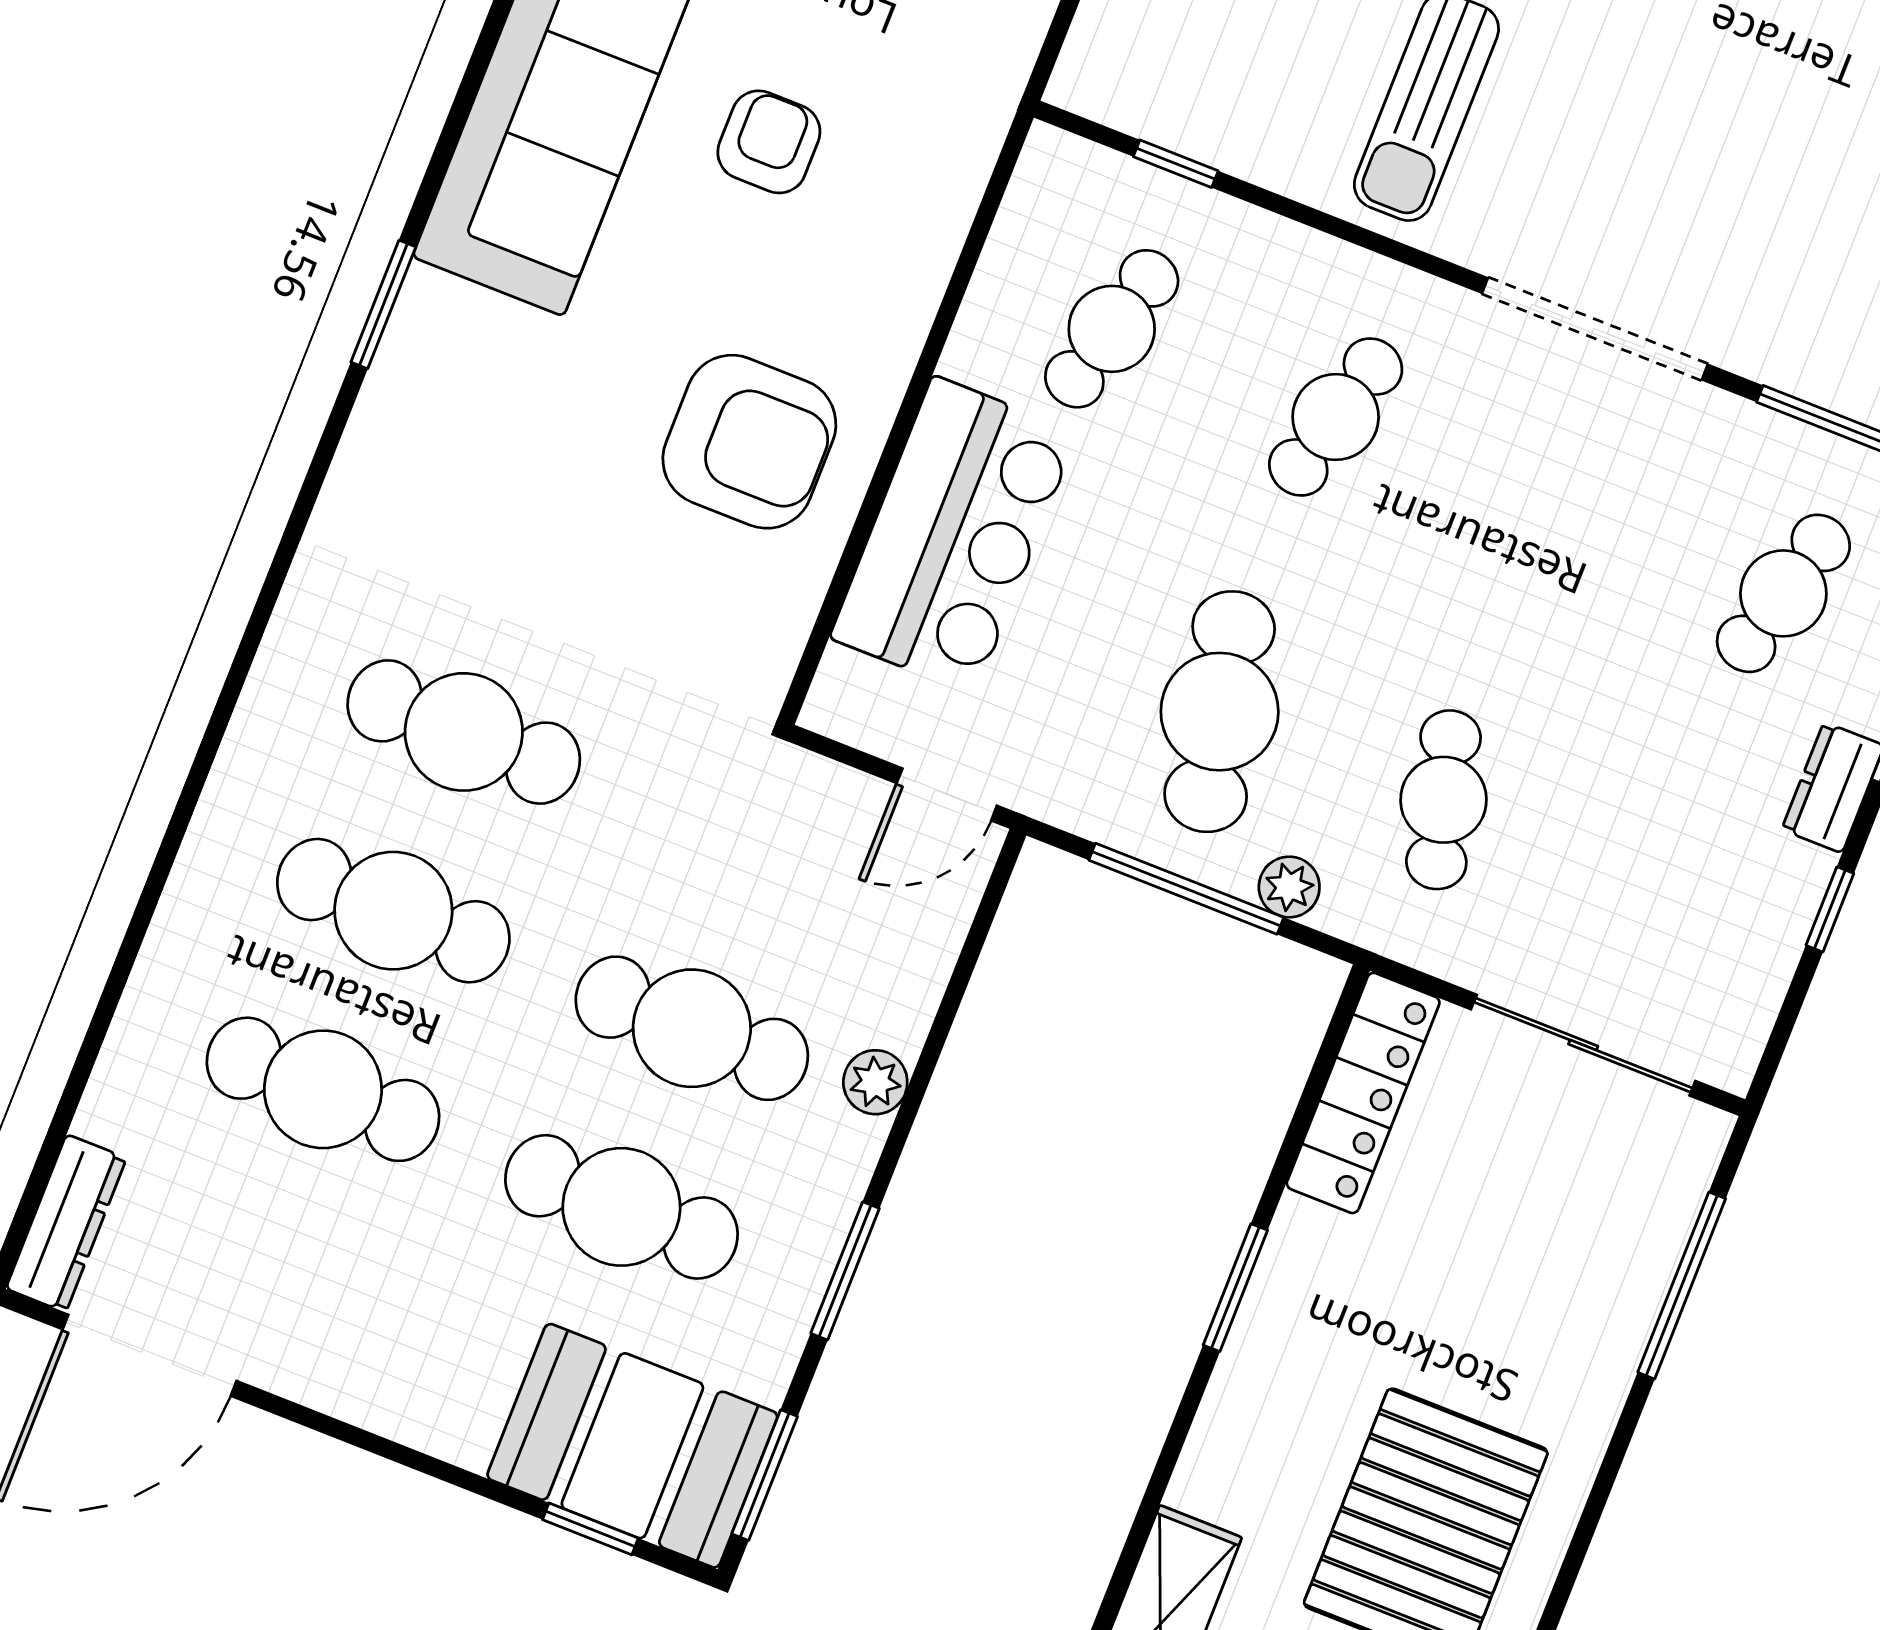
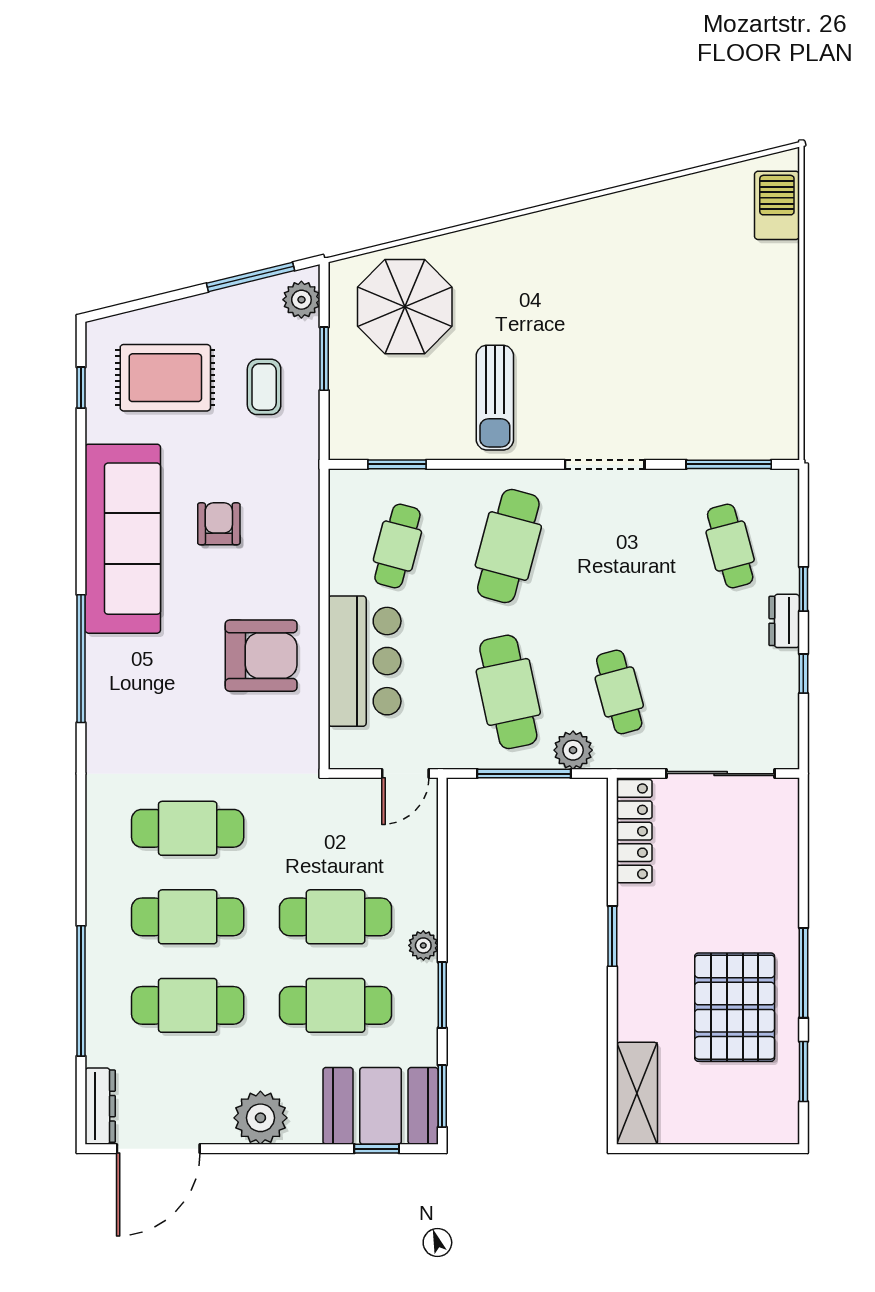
window: (1176, 164) -> (397, 464), width x1.50
window: (383, 305) -> (81, 659), width x2.11
doorway: (1595, 329) -> (605, 464), width x0.73
cafe table: (1336, 417) -> (508, 546), width x1.37, depth x1.35
cafe table: (1783, 593) -> (730, 546), turned -30
plant: (1289, 887) -> (573, 750), width x1.38, depth x1.38
window: (119, 975) -> (81, 991), added
plant: (875, 1082) -> (423, 945), moved
window: (1682, 1286) -> (803, 973), moved
plant: (381, 1374) -> (260, 1118), added

